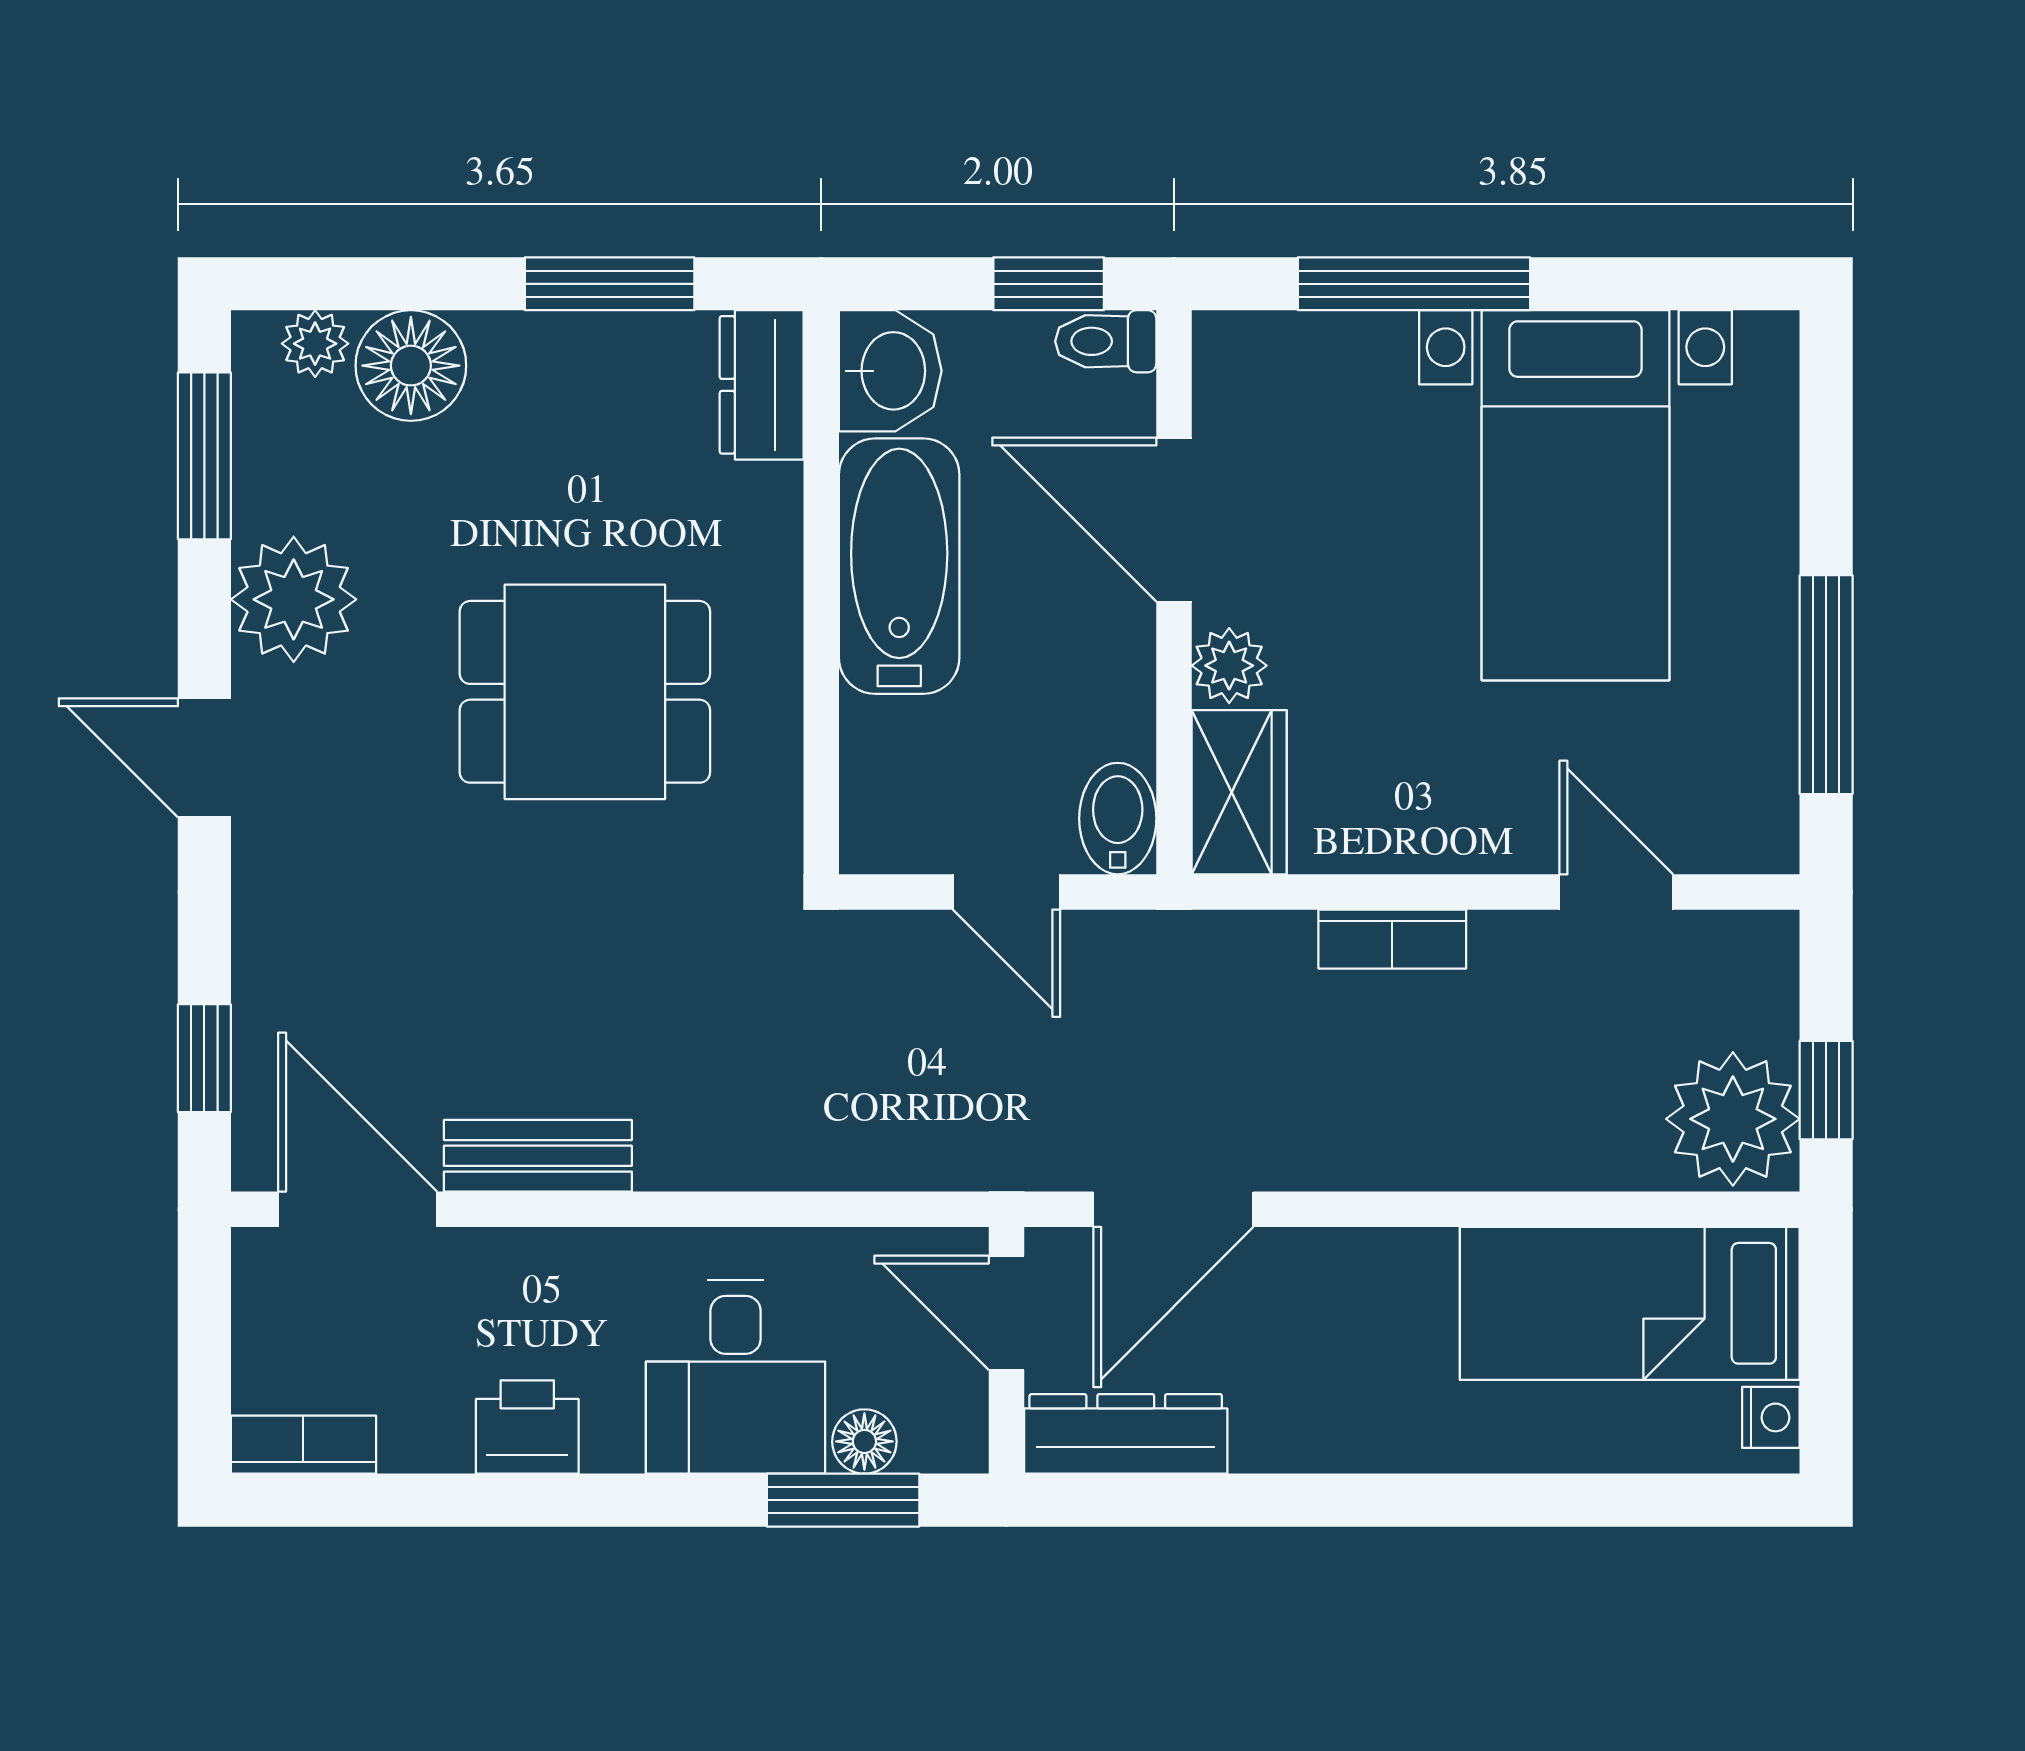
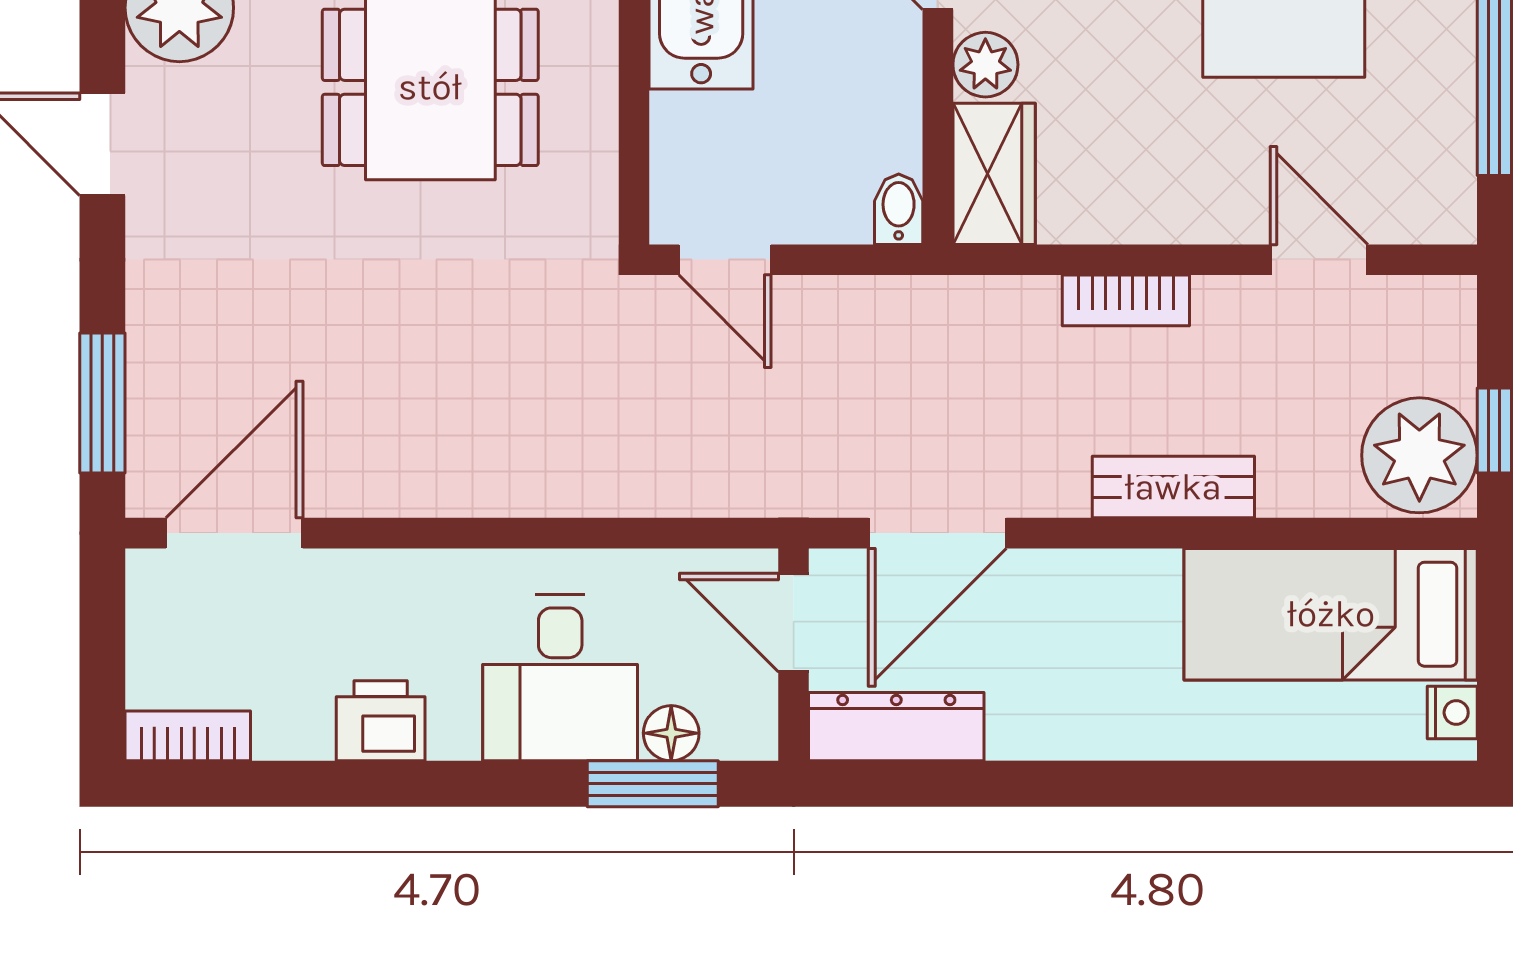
bidet: (1118, 819) -> (899, 209), width x0.72, depth x0.74
door: (1007, 892) -> (725, 260), moved
window: (204, 1058) -> (102, 403), width x1.50
bench: (538, 1156) -> (1173, 487), moved
door: (358, 1209) -> (234, 533), hinge flipped

